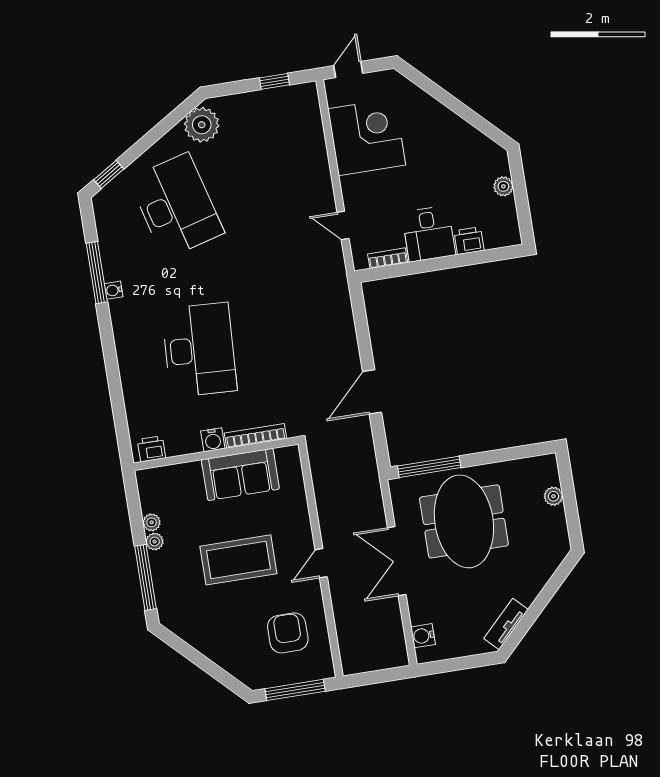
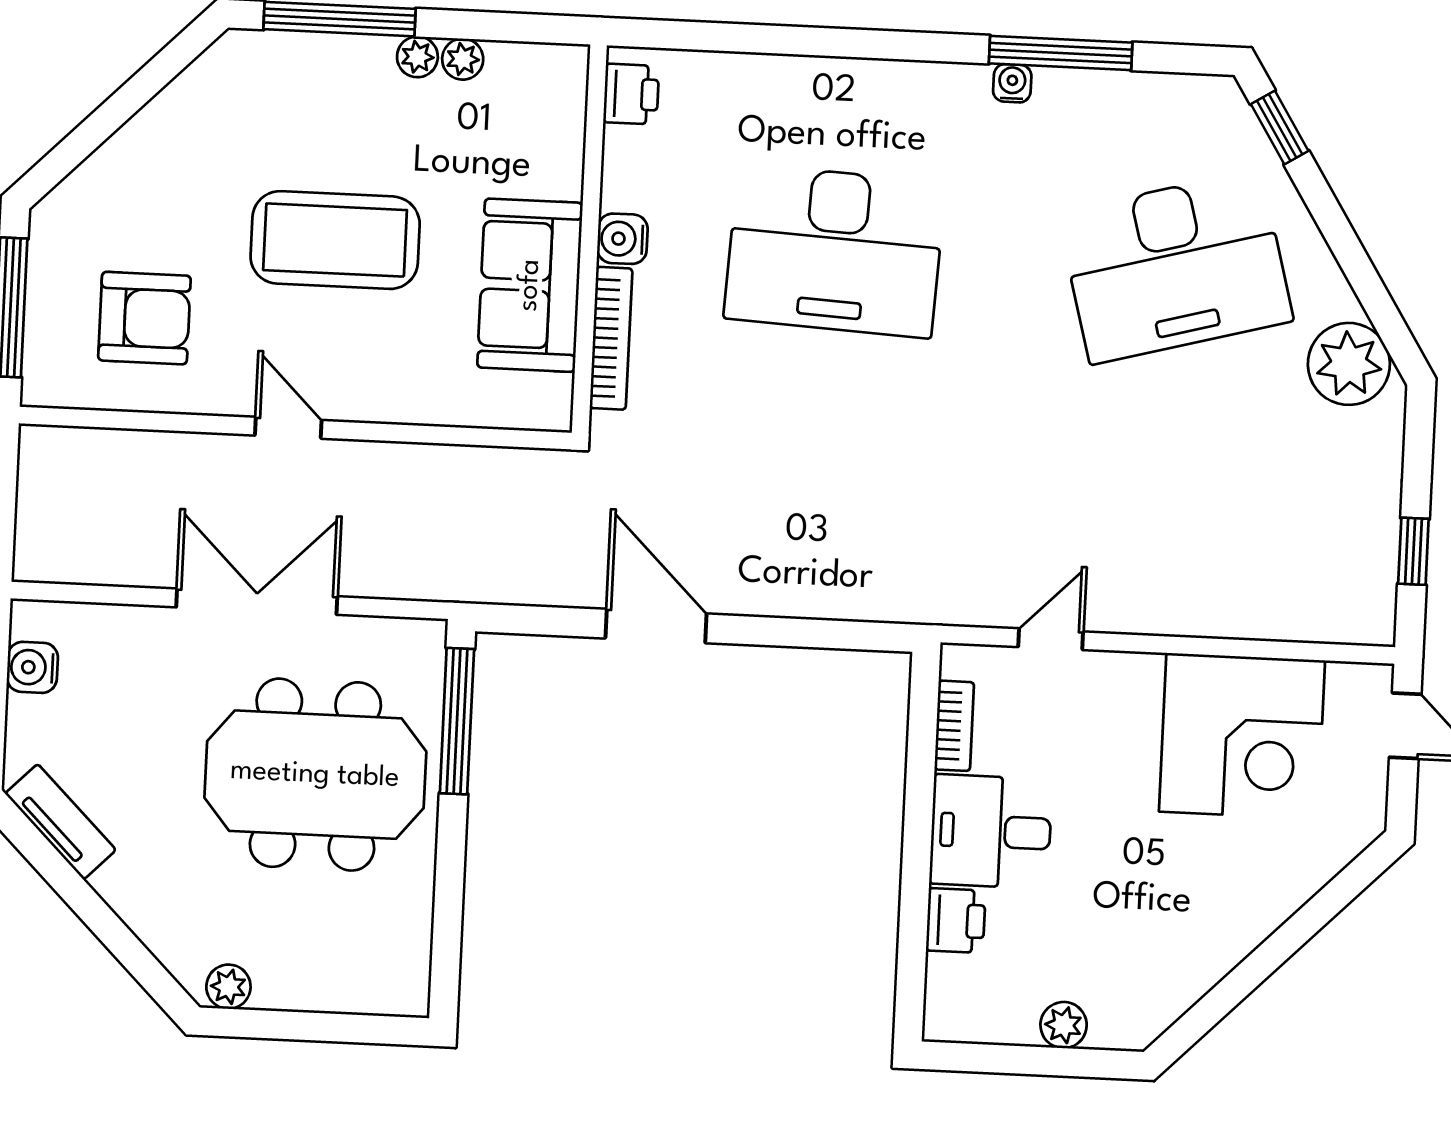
plant: (553, 496) -> (228, 987), moved
coffee table: (238, 560) -> (335, 240), turned 90
water cooler: (423, 636) -> (32, 667), moved, turned -90

